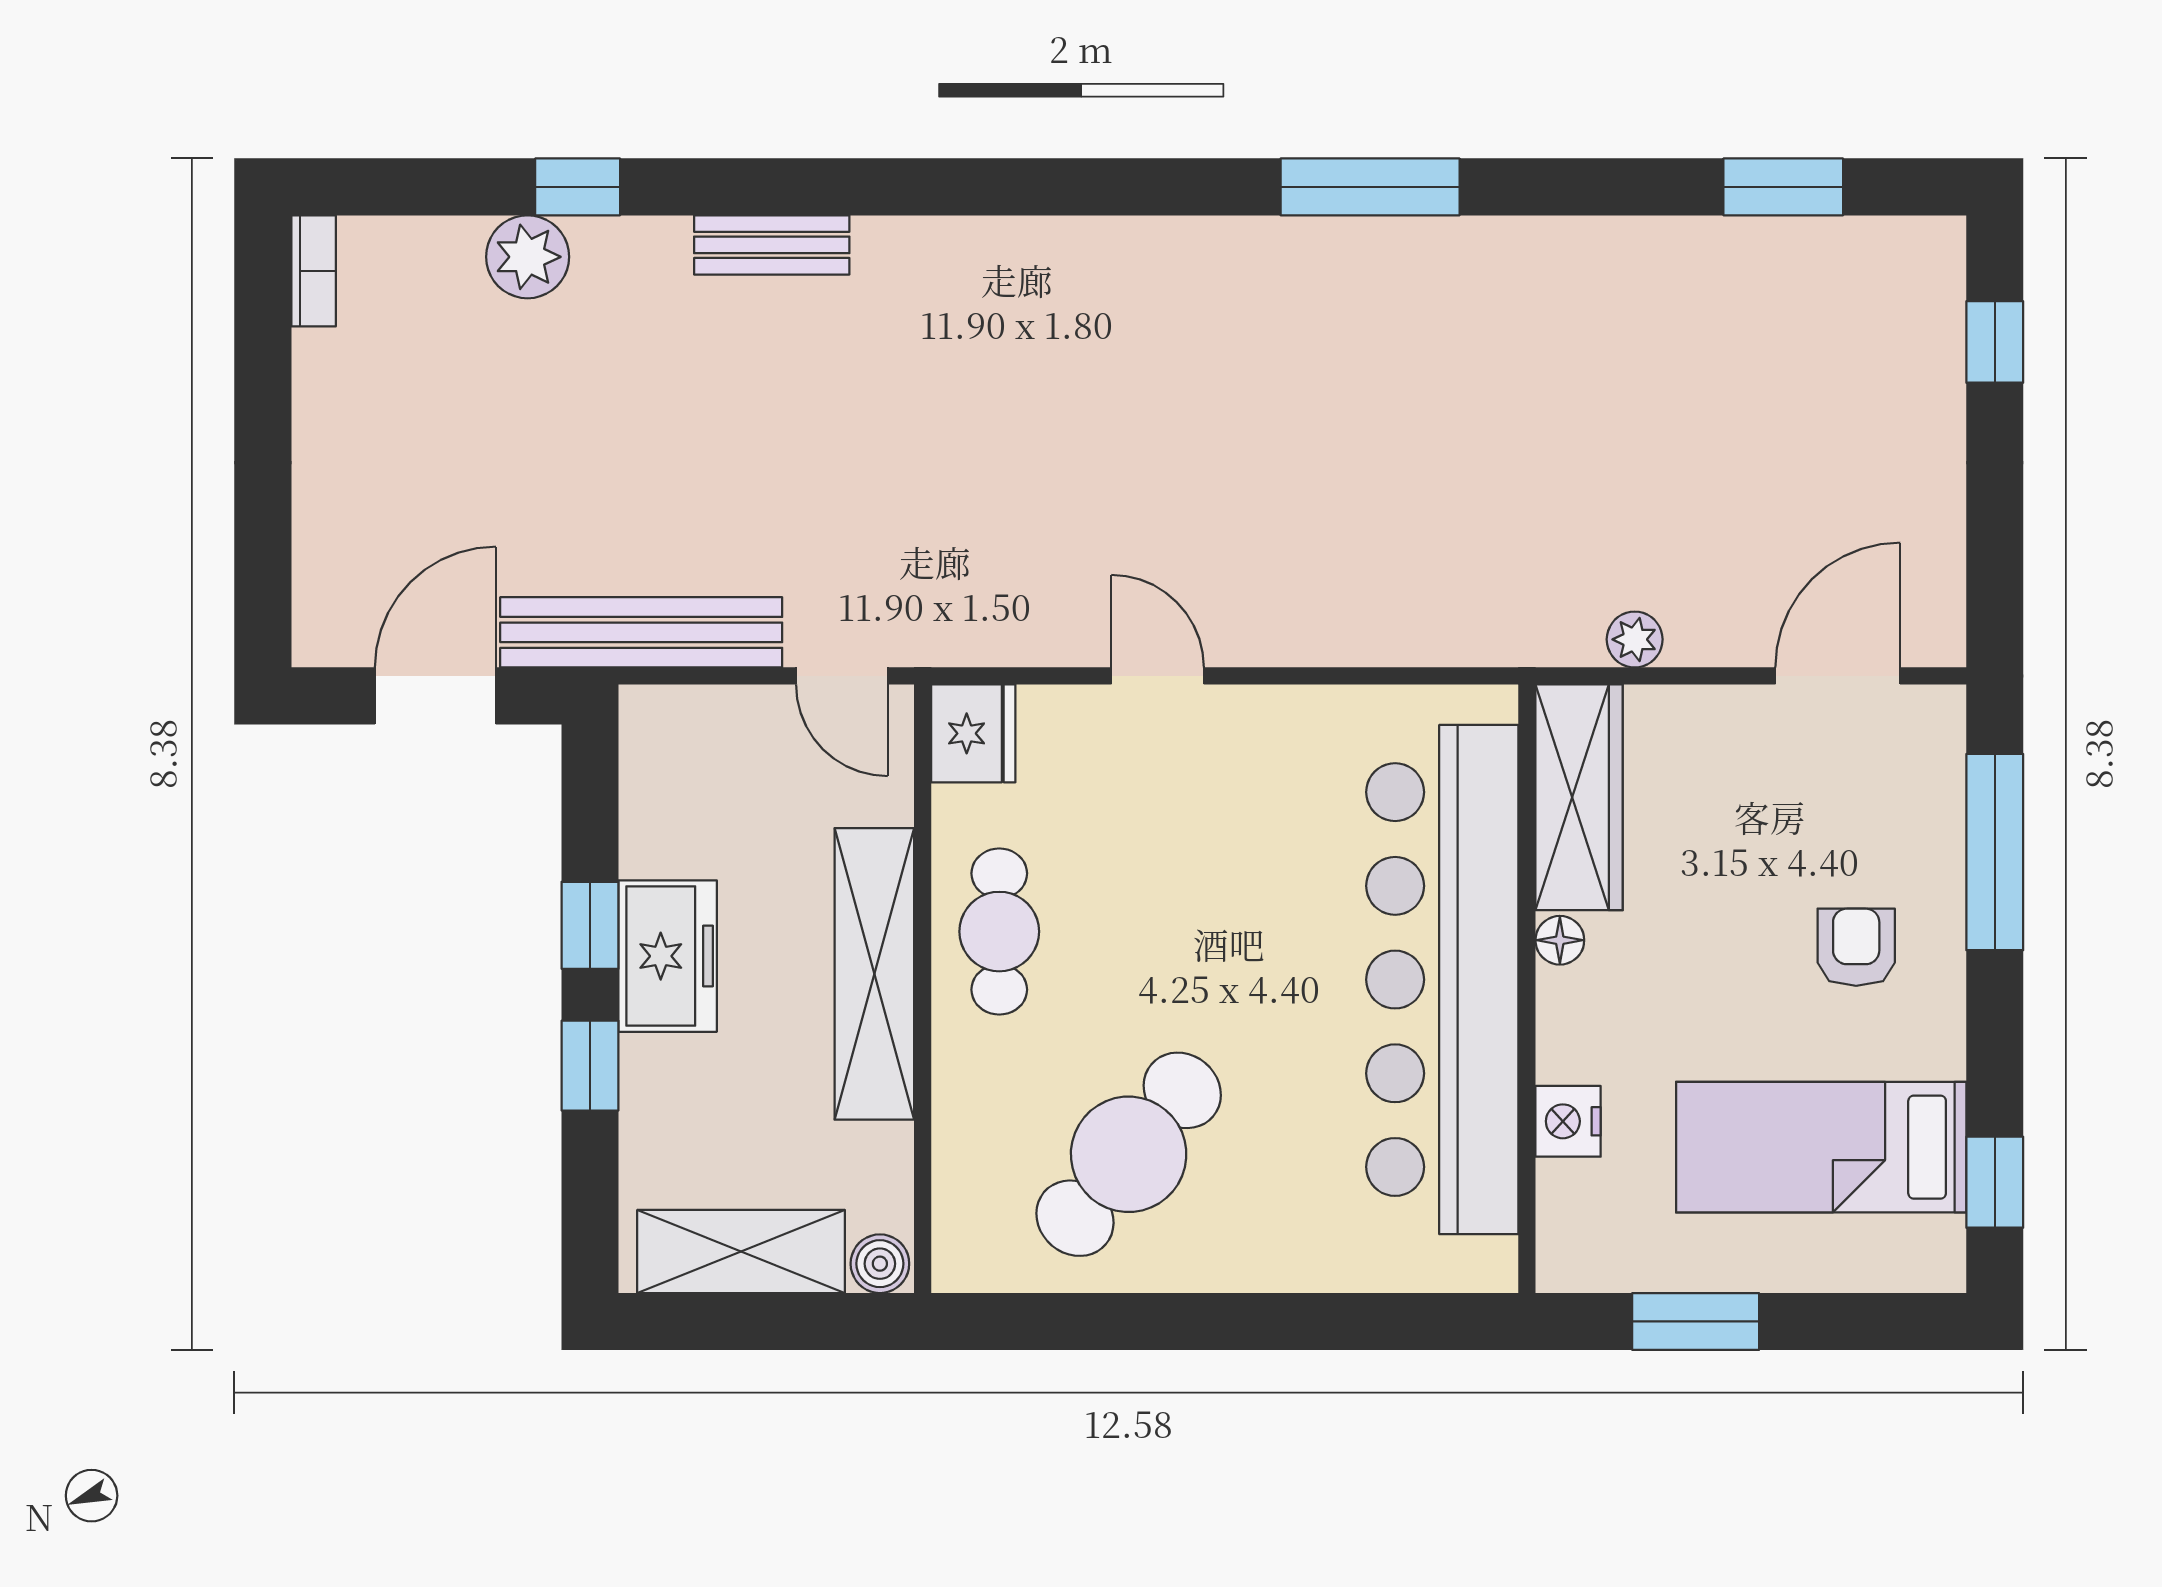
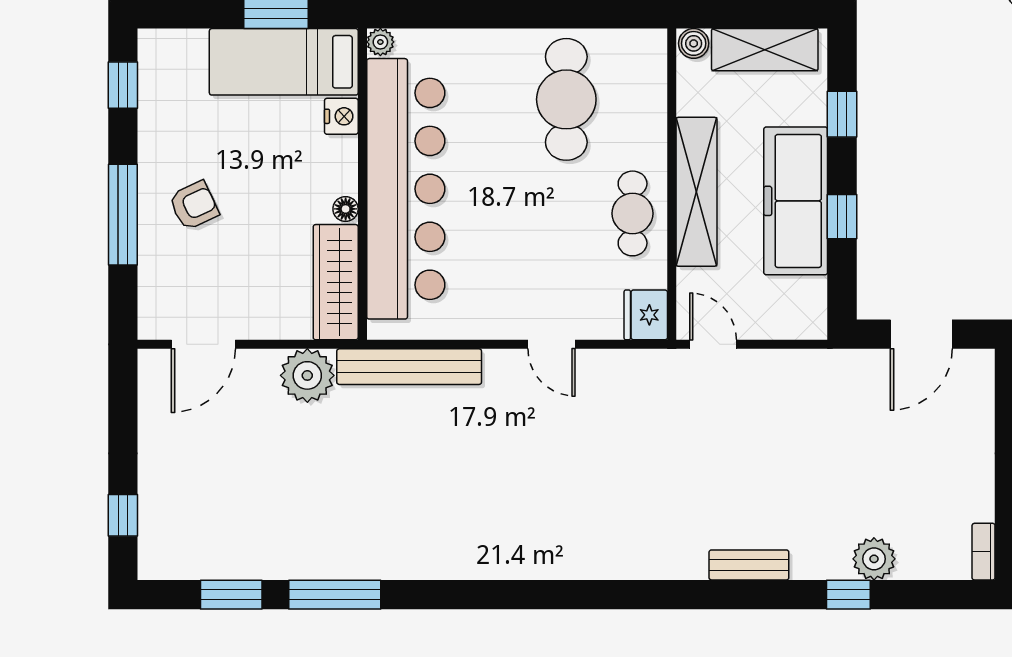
window: (1370, 187) -> (335, 595), moved
bench: (641, 632) -> (409, 367), moved
plant: (1635, 639) -> (307, 375), width x1.88, depth x1.88
window: (1995, 852) -> (123, 215), moved
armchair: (1856, 947) -> (194, 205), turned -115
freezer: (668, 956) -> (796, 201), width x1.91, depth x1.26
window: (590, 1066) -> (842, 114), moved
bed: (1821, 1147) -> (284, 62), moved, turned 180
cafe table: (1129, 1154) -> (566, 99), turned -40
plant: (1492, 1266) -> (380, 42), added

